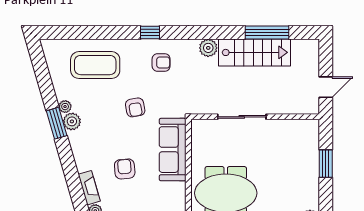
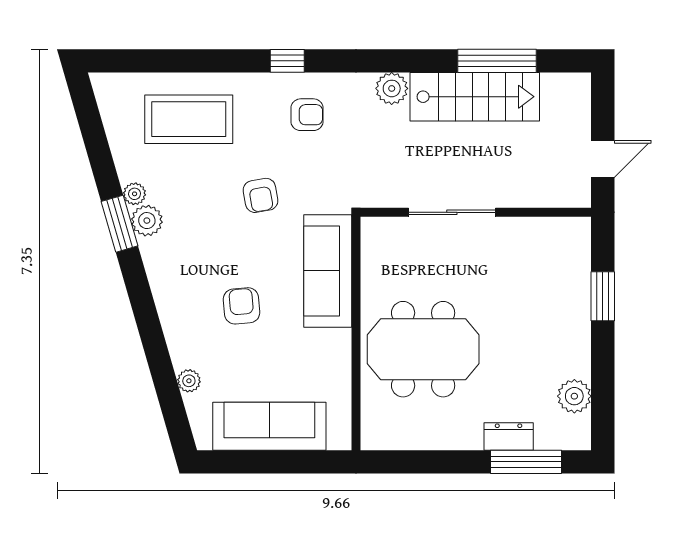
fireplace: (89, 188) -> (178, 339), removed

